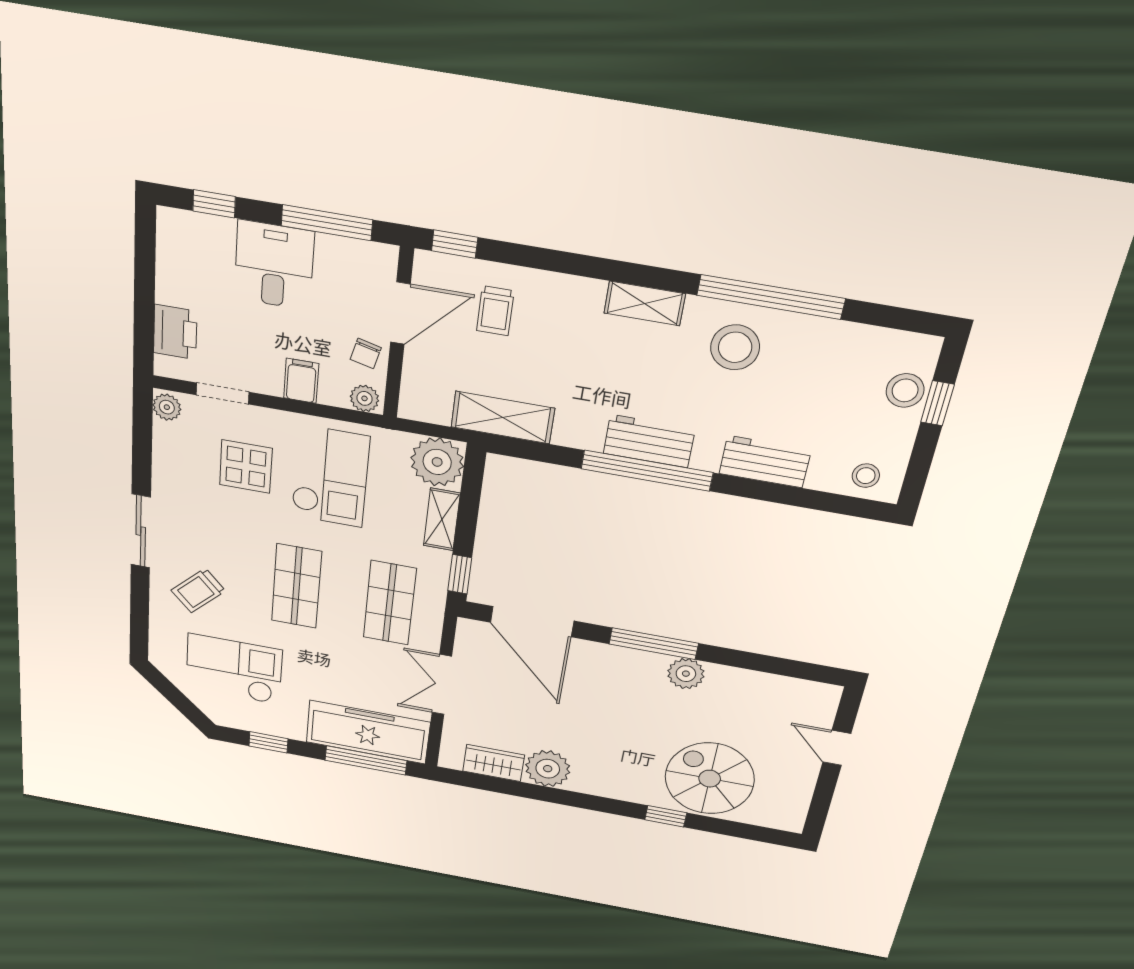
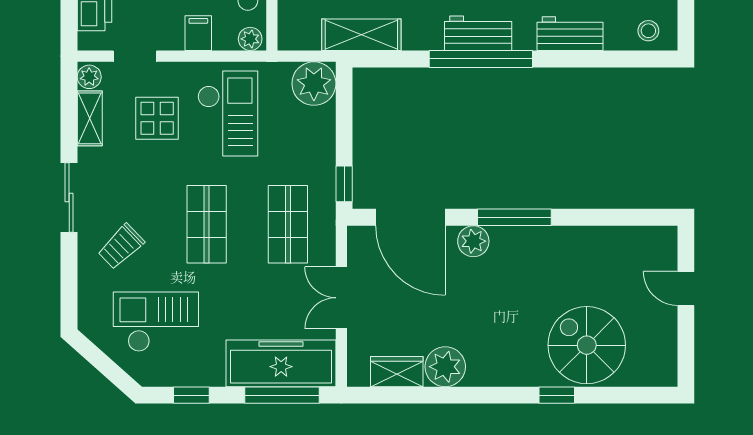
shelving: (442, 519) -> (90, 118), moved
plant: (686, 674) -> (473, 241), moved

